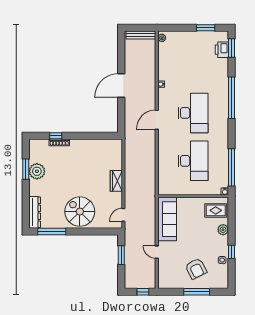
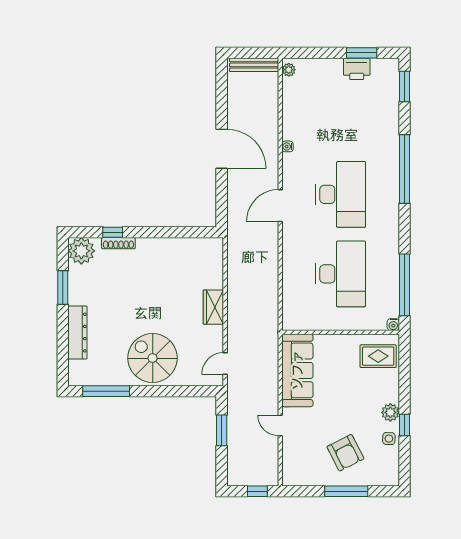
printer: (222, 50) -> (357, 69), moved, turned -90
door: (121, 86) -> (222, 149), swing flipped
plant: (37, 171) -> (81, 251), moved
dresser: (35, 212) -> (77, 333), moved
plant: (223, 230) -> (390, 412), moved

